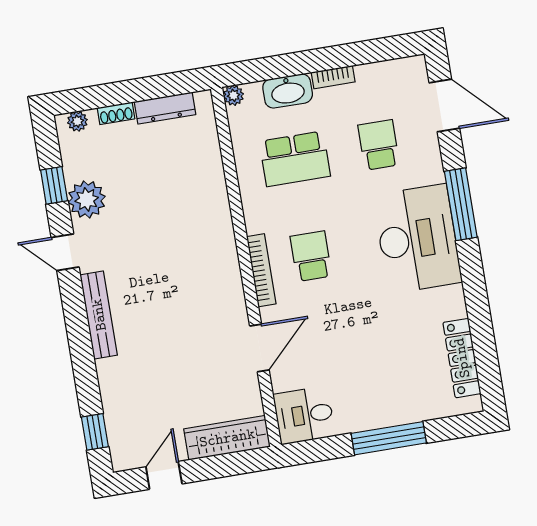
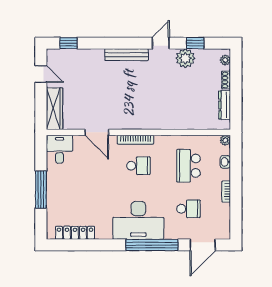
washbasin: (288, 91) -> (225, 162), width x0.52, depth x0.69
window: (461, 204) -> (152, 245), width x1.46

